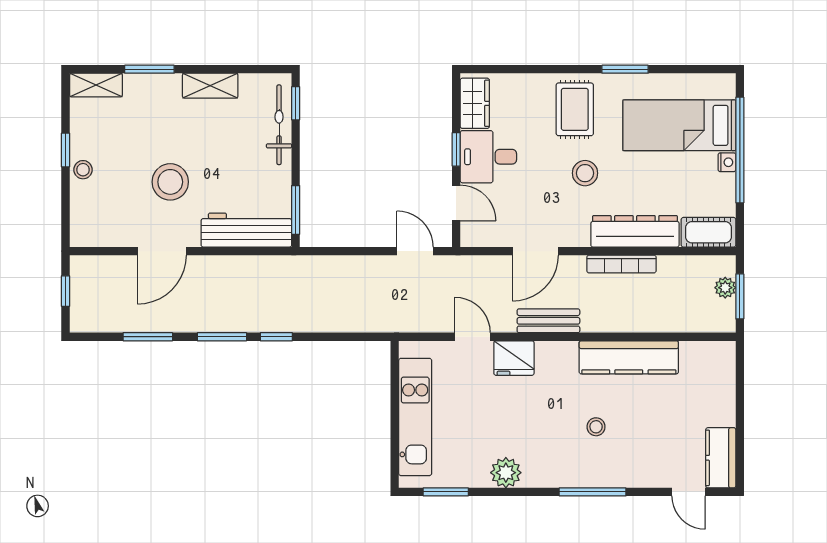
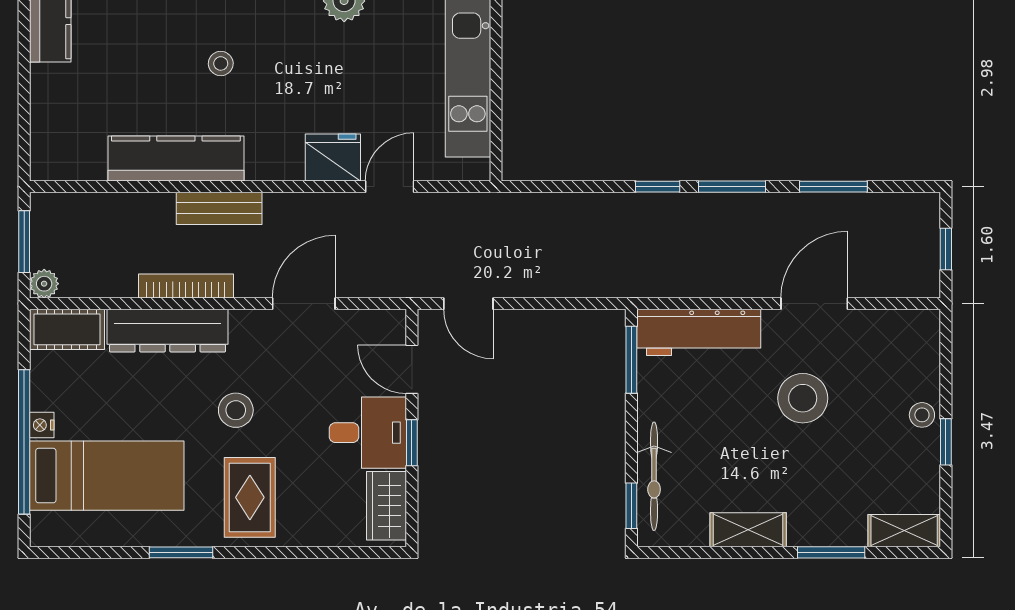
plant: (725, 288) -> (44, 284), moved
bench: (548, 321) -> (219, 208), moved
door: (472, 337) -> (390, 187), swing flipped

